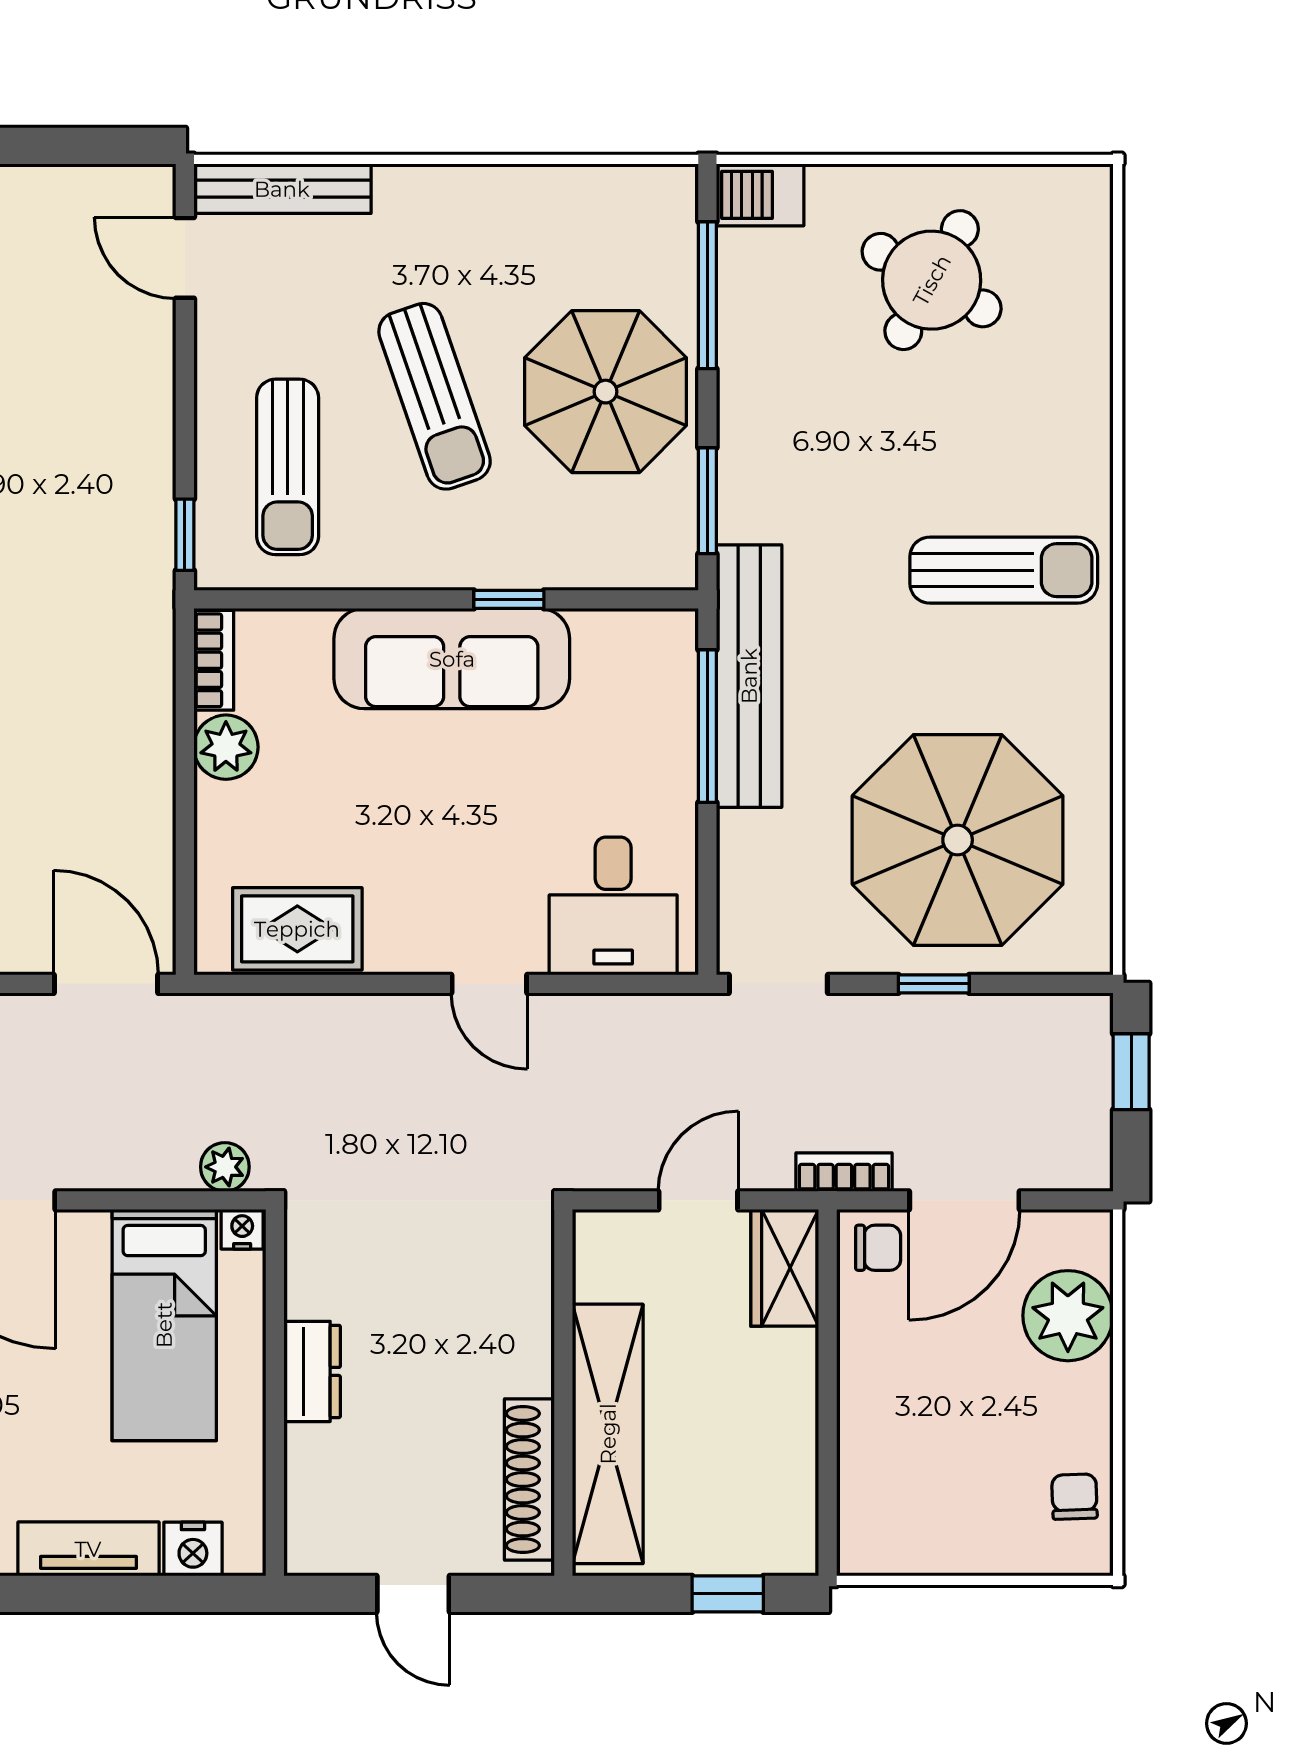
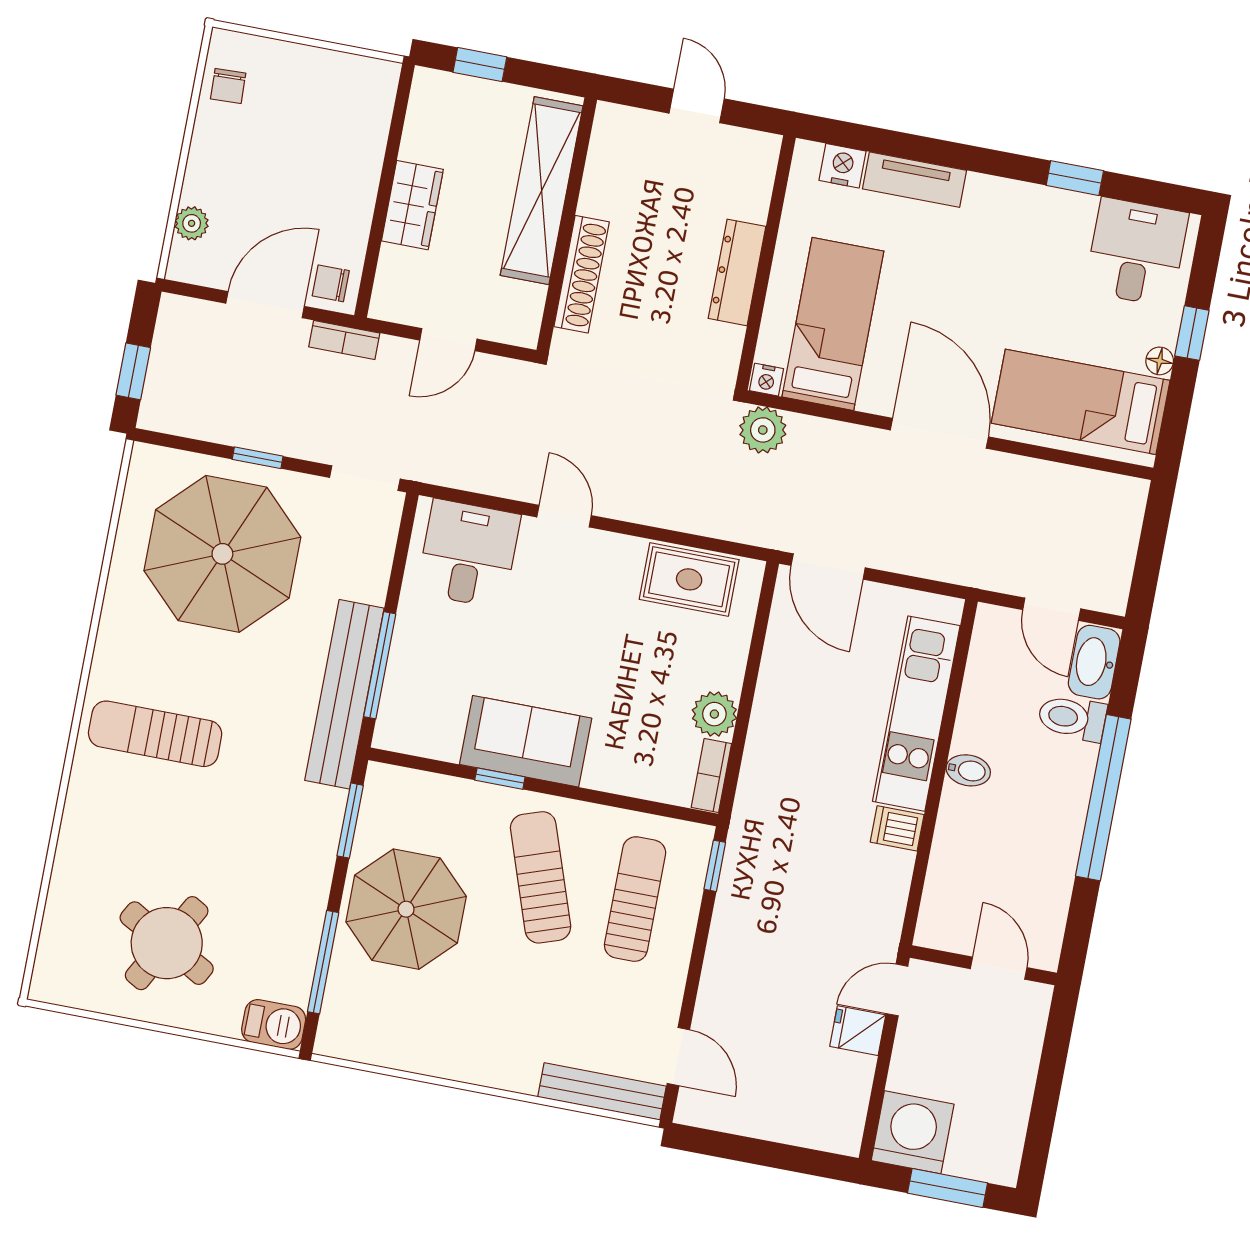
sun lounger: (435, 396) -> (541, 877), moved
sofa: (452, 659) -> (526, 741), width x0.73
plant: (225, 1167) -> (763, 430), width x1.38, depth x1.38
wardrobe: (785, 1268) -> (412, 205), moved
plant: (1068, 1316) -> (192, 223), width x0.53, depth x0.53
dresser: (312, 1371) -> (737, 272), width x1.44
shoe rack: (529, 1479) -> (582, 274), moved

